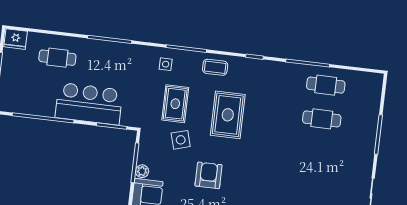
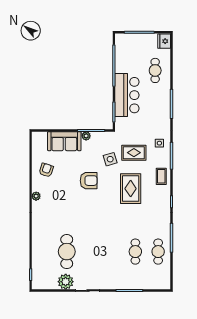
rug: (228, 115) -> (131, 189), turned 90

